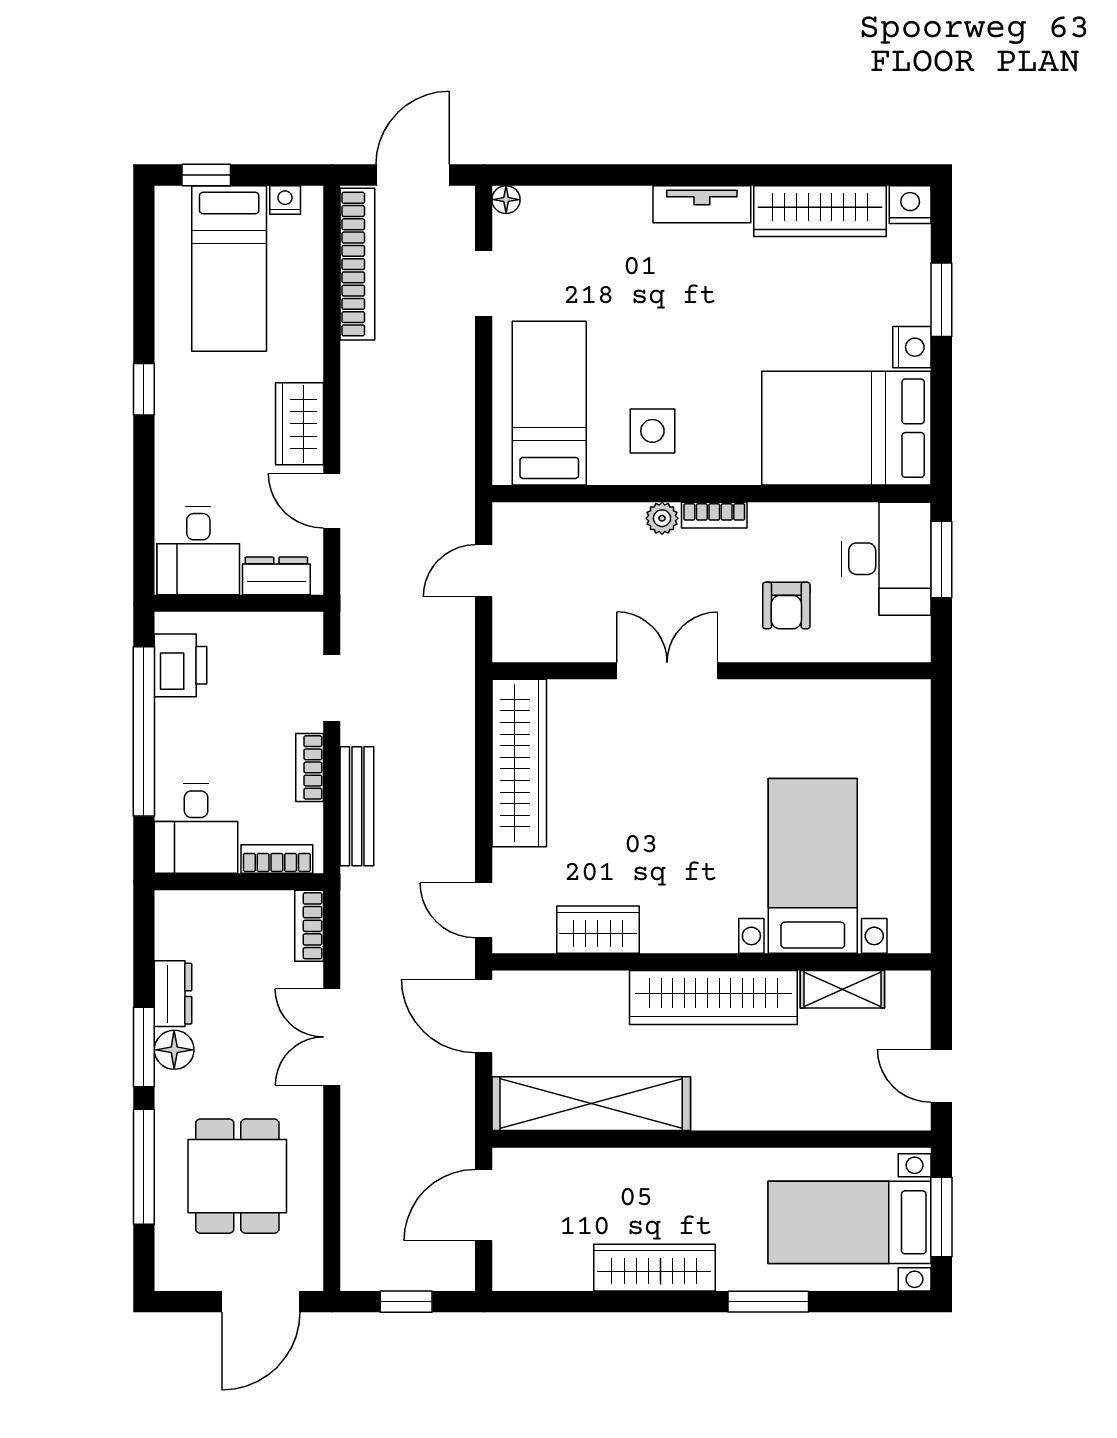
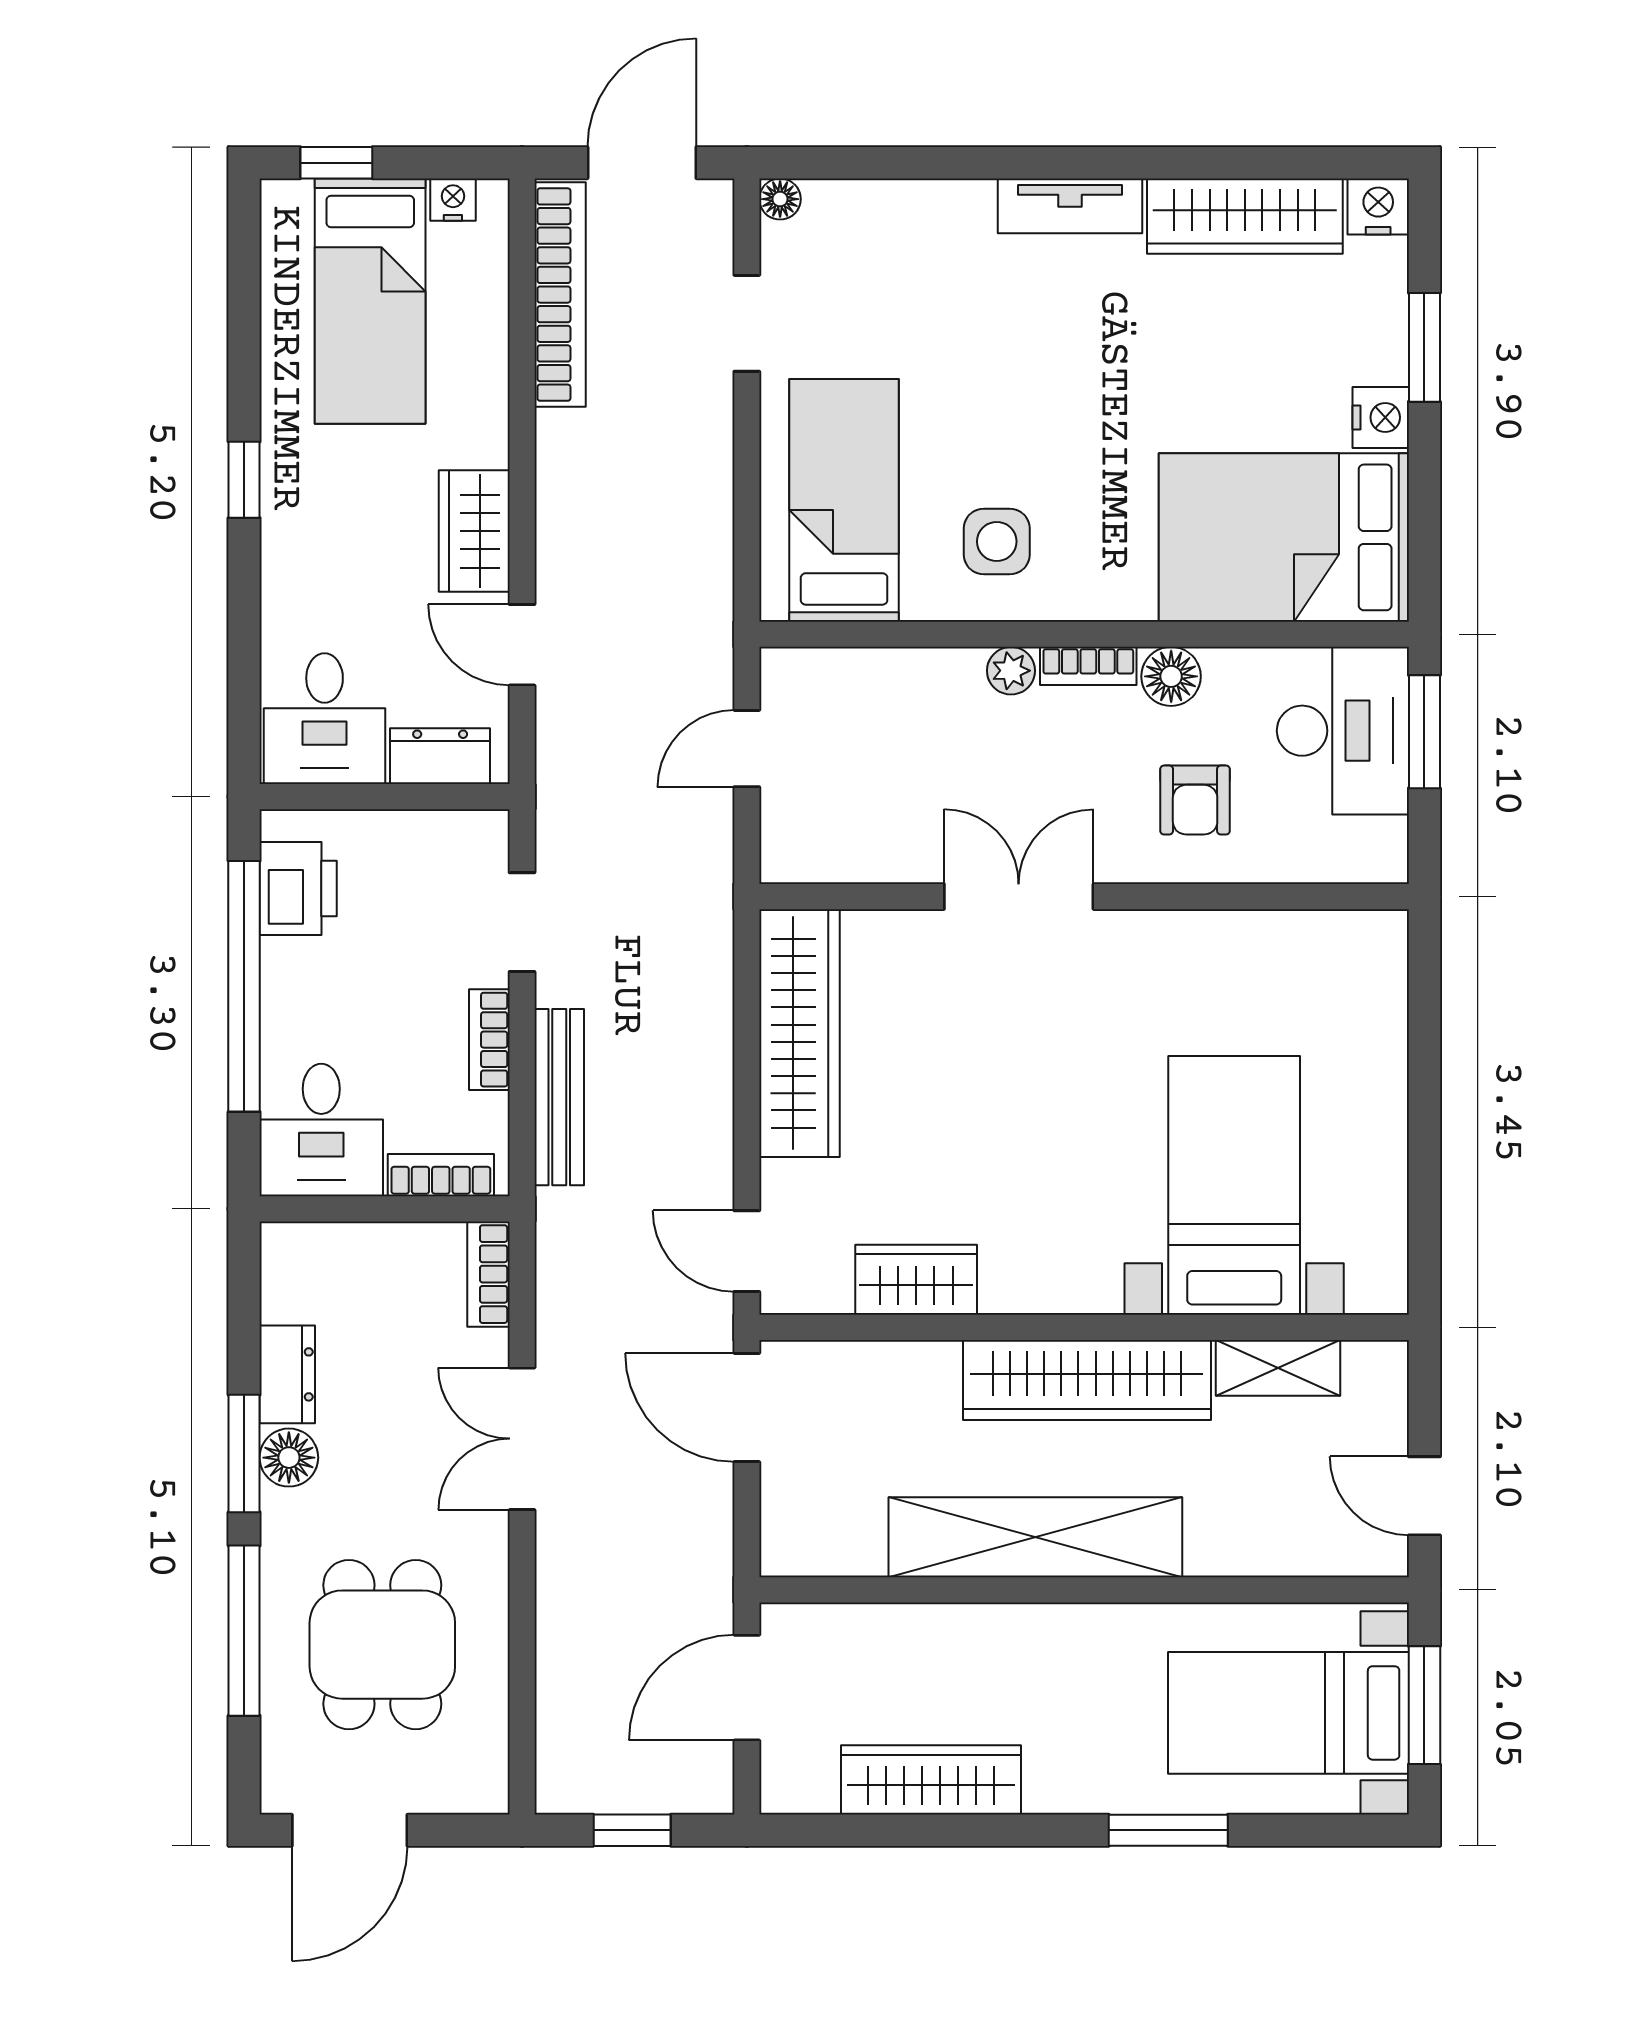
floor lamp: (770, 522) -> (1171, 676), added
shelving: (591, 1104) -> (1035, 1537), moved
wardrobe: (654, 1268) -> (931, 1780), moved
door: (261, 1302) -> (350, 1830), moved

